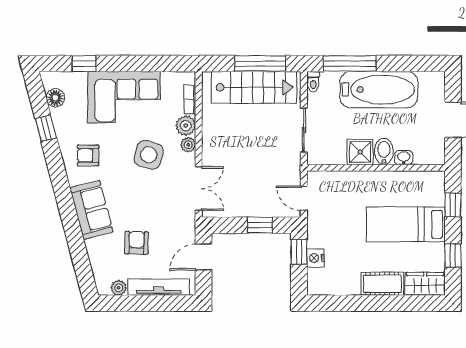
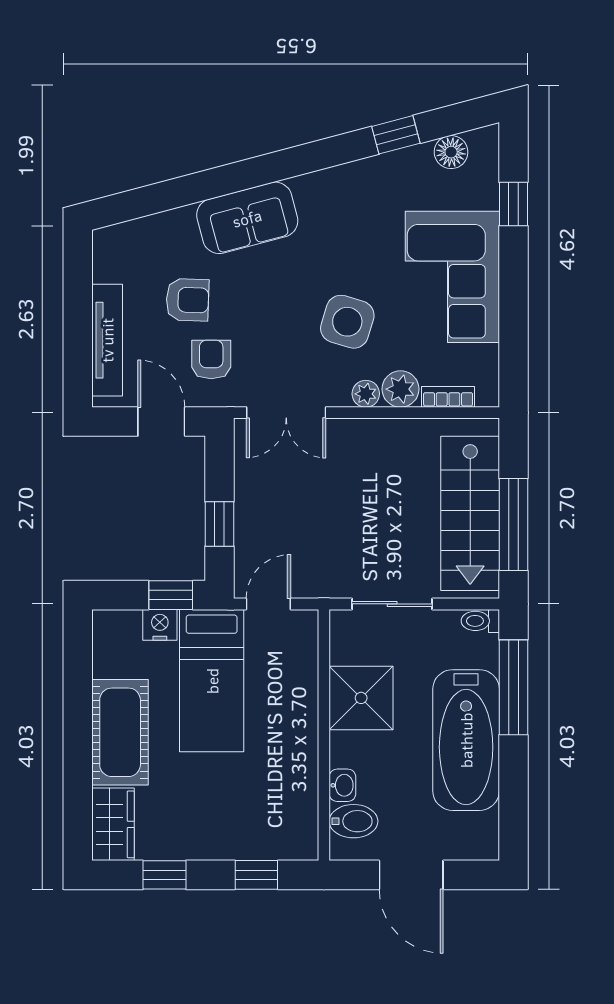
bidet: (384, 151) -> (354, 821), moved
shower: (360, 152) -> (361, 698), width x1.36, depth x1.36
armchair: (88, 155) -> (211, 359), moved
bed: (406, 224) -> (212, 681), moved, turned 180
cot: (382, 284) -> (120, 732), width x1.37, depth x1.34
plant: (119, 288) -> (106, 267), removed

